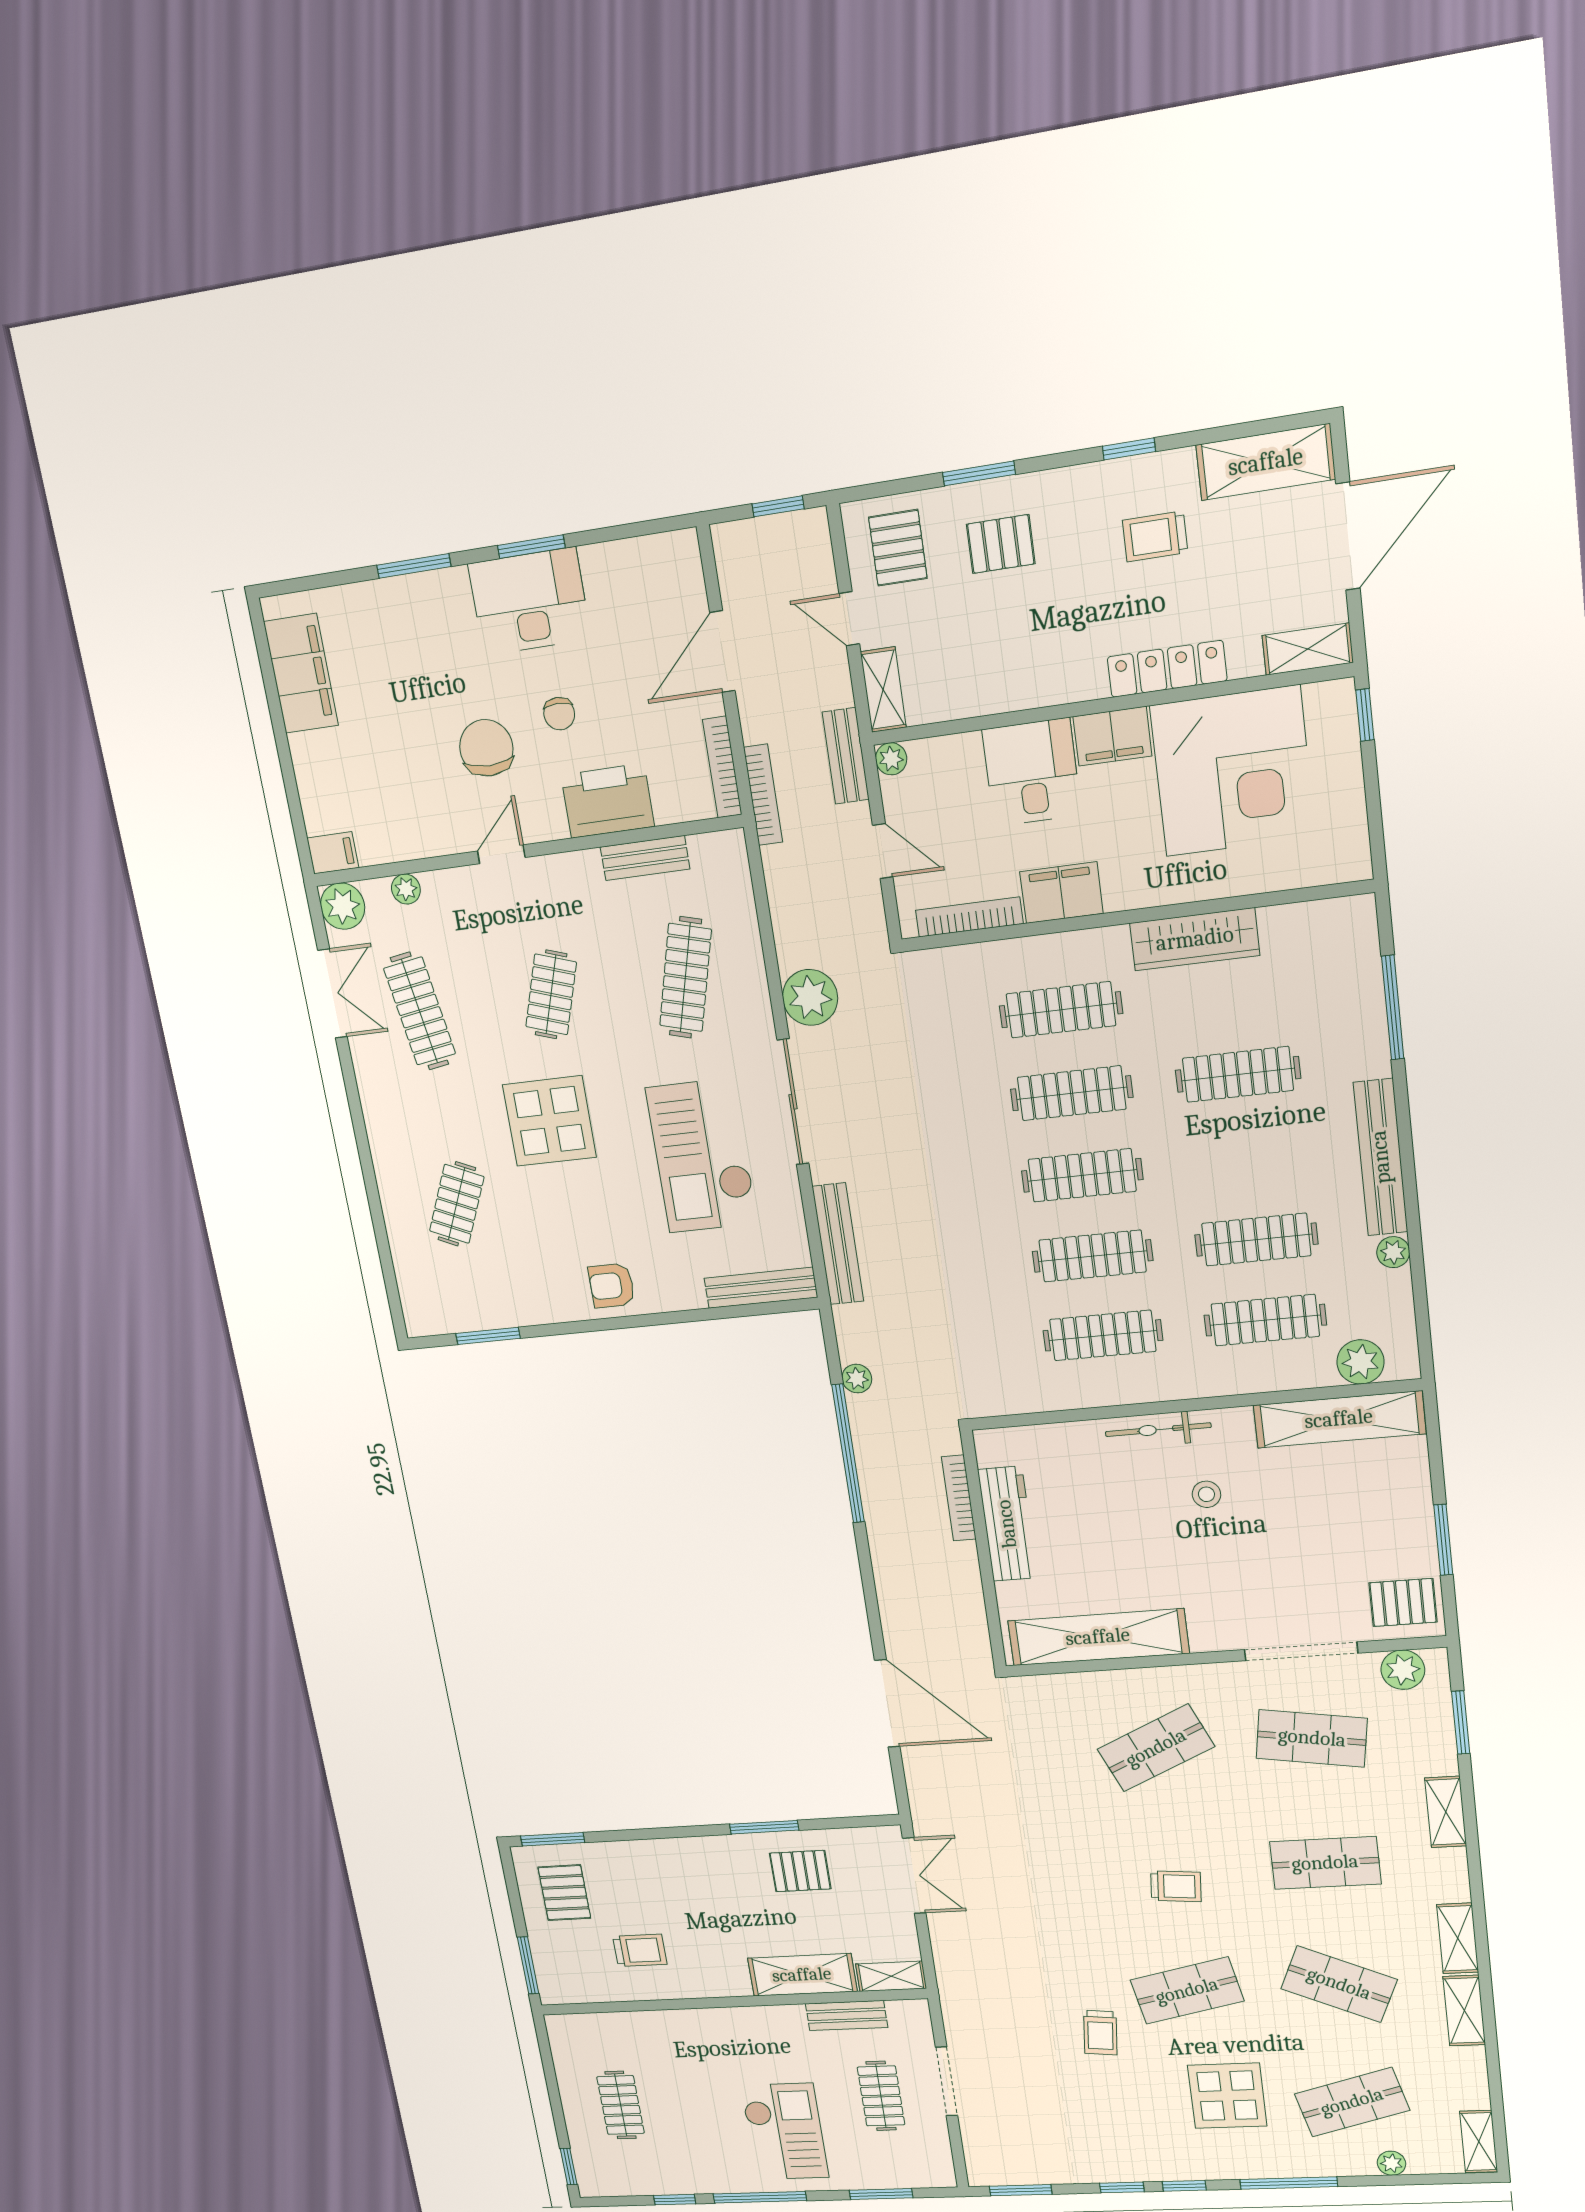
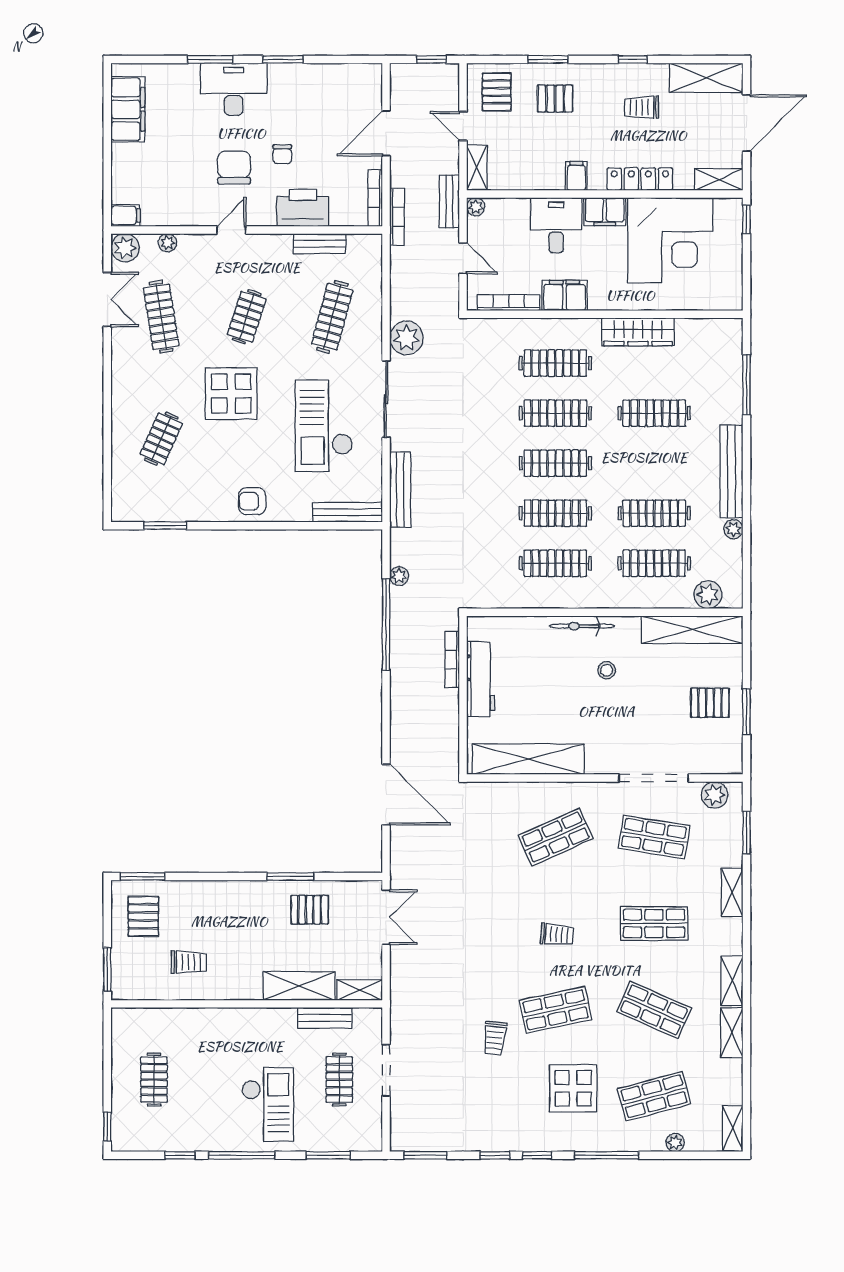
desk: (529, 601) -> (234, 89), moved
filing cabinet: (1055, 679) -> (576, 176), added
pallet: (1403, 1602) -> (710, 703), moved

